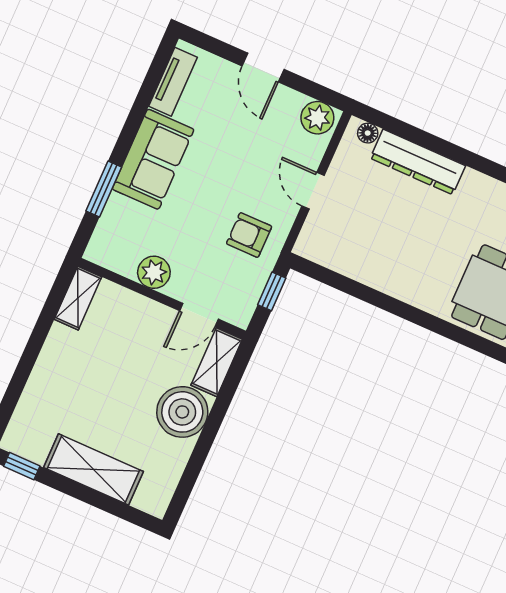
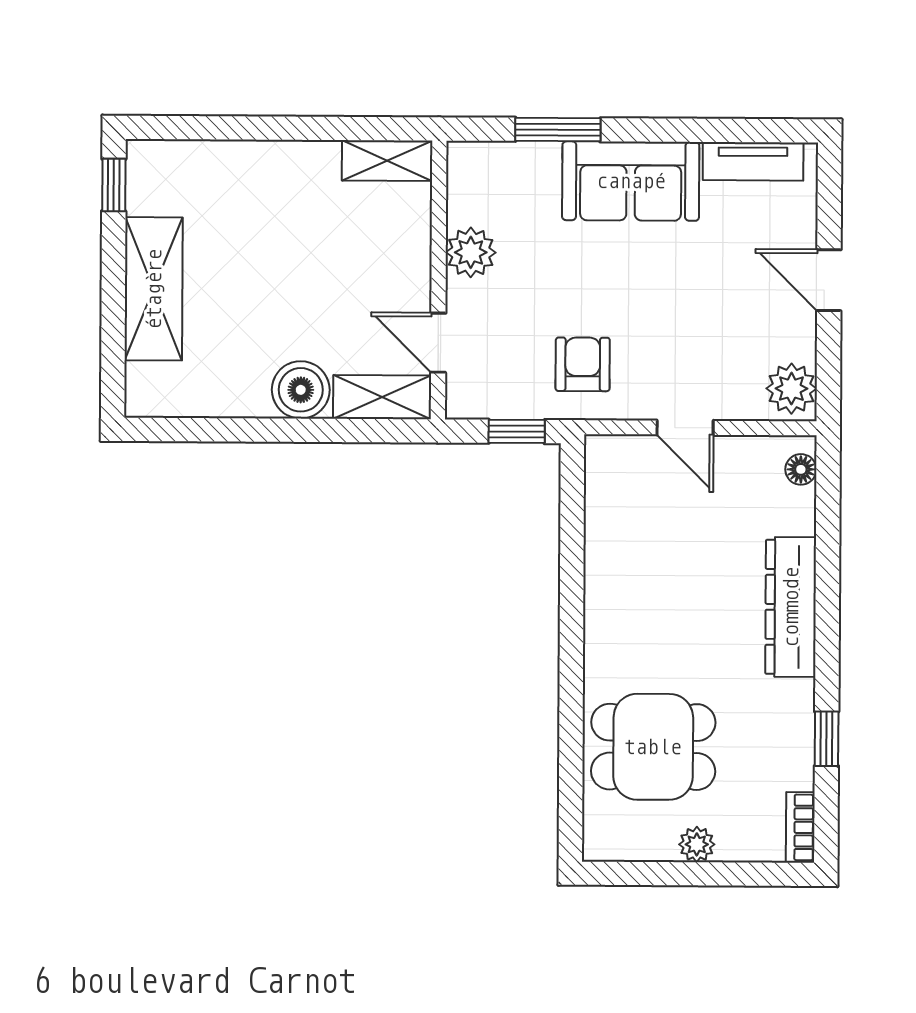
door: (263, 68) -> (829, 280), hinge flipped
dresser: (418, 162) -> (791, 607), moved
door: (313, 191) -> (685, 428), swing flipped
boiler: (182, 412) -> (301, 390), width x0.73, depth x0.73

